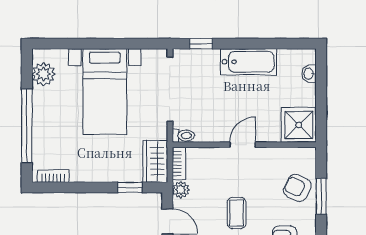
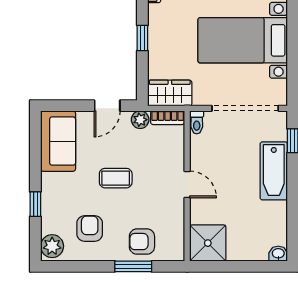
bathtub: (248, 62) -> (274, 171), moved
washbasin: (309, 74) -> (278, 254), moved
window: (130, 187) -> (142, 38), moved
armchair: (297, 188) -> (142, 242), turned -116

